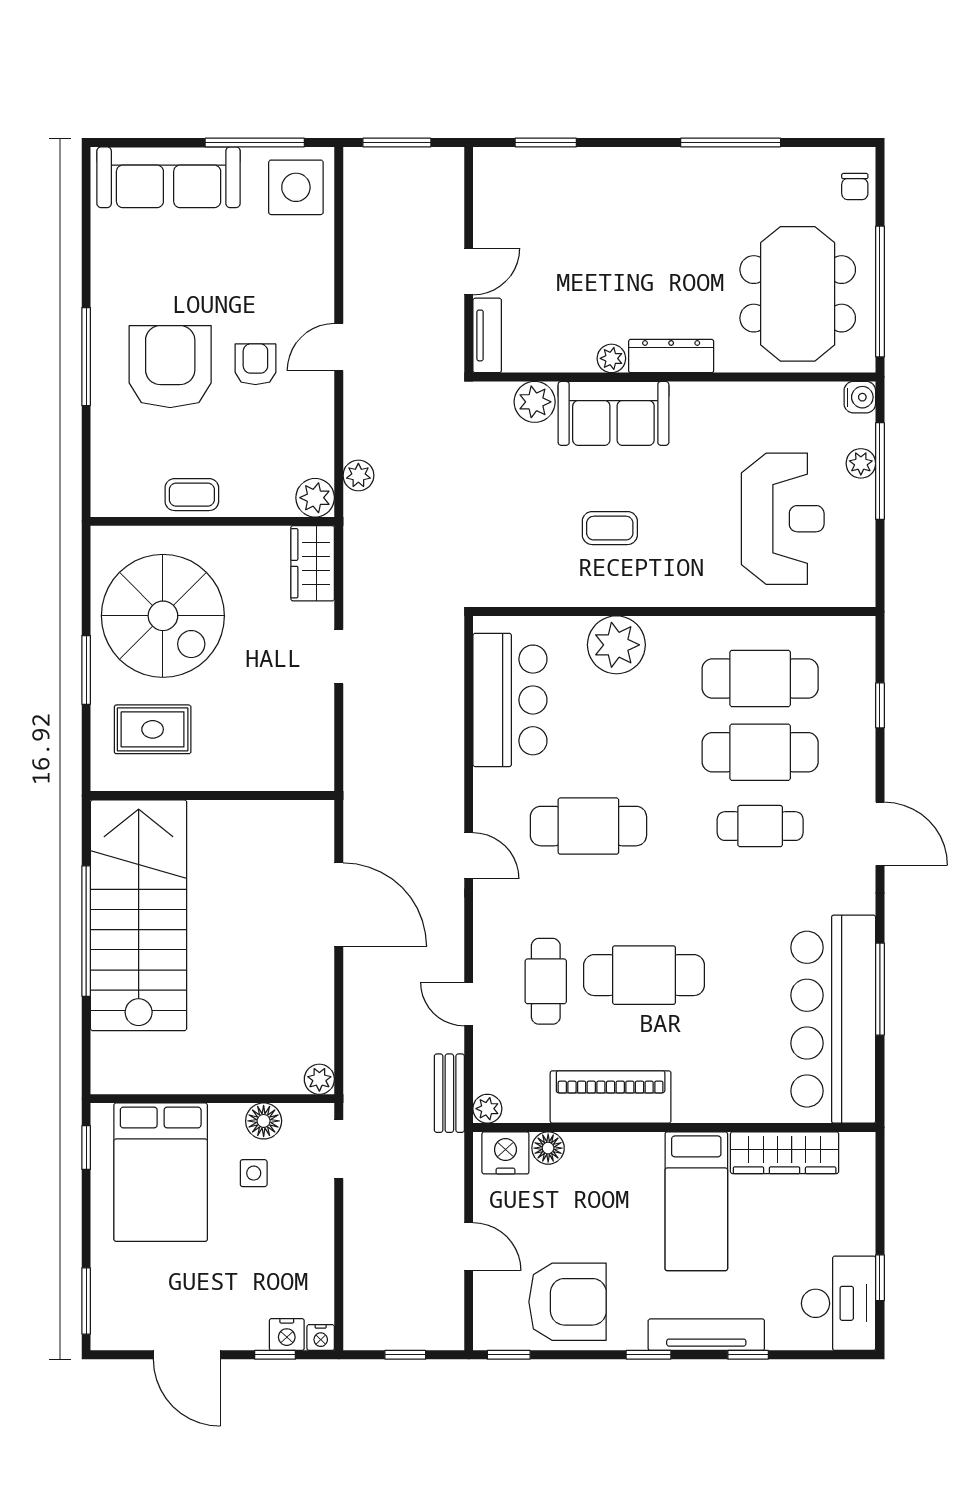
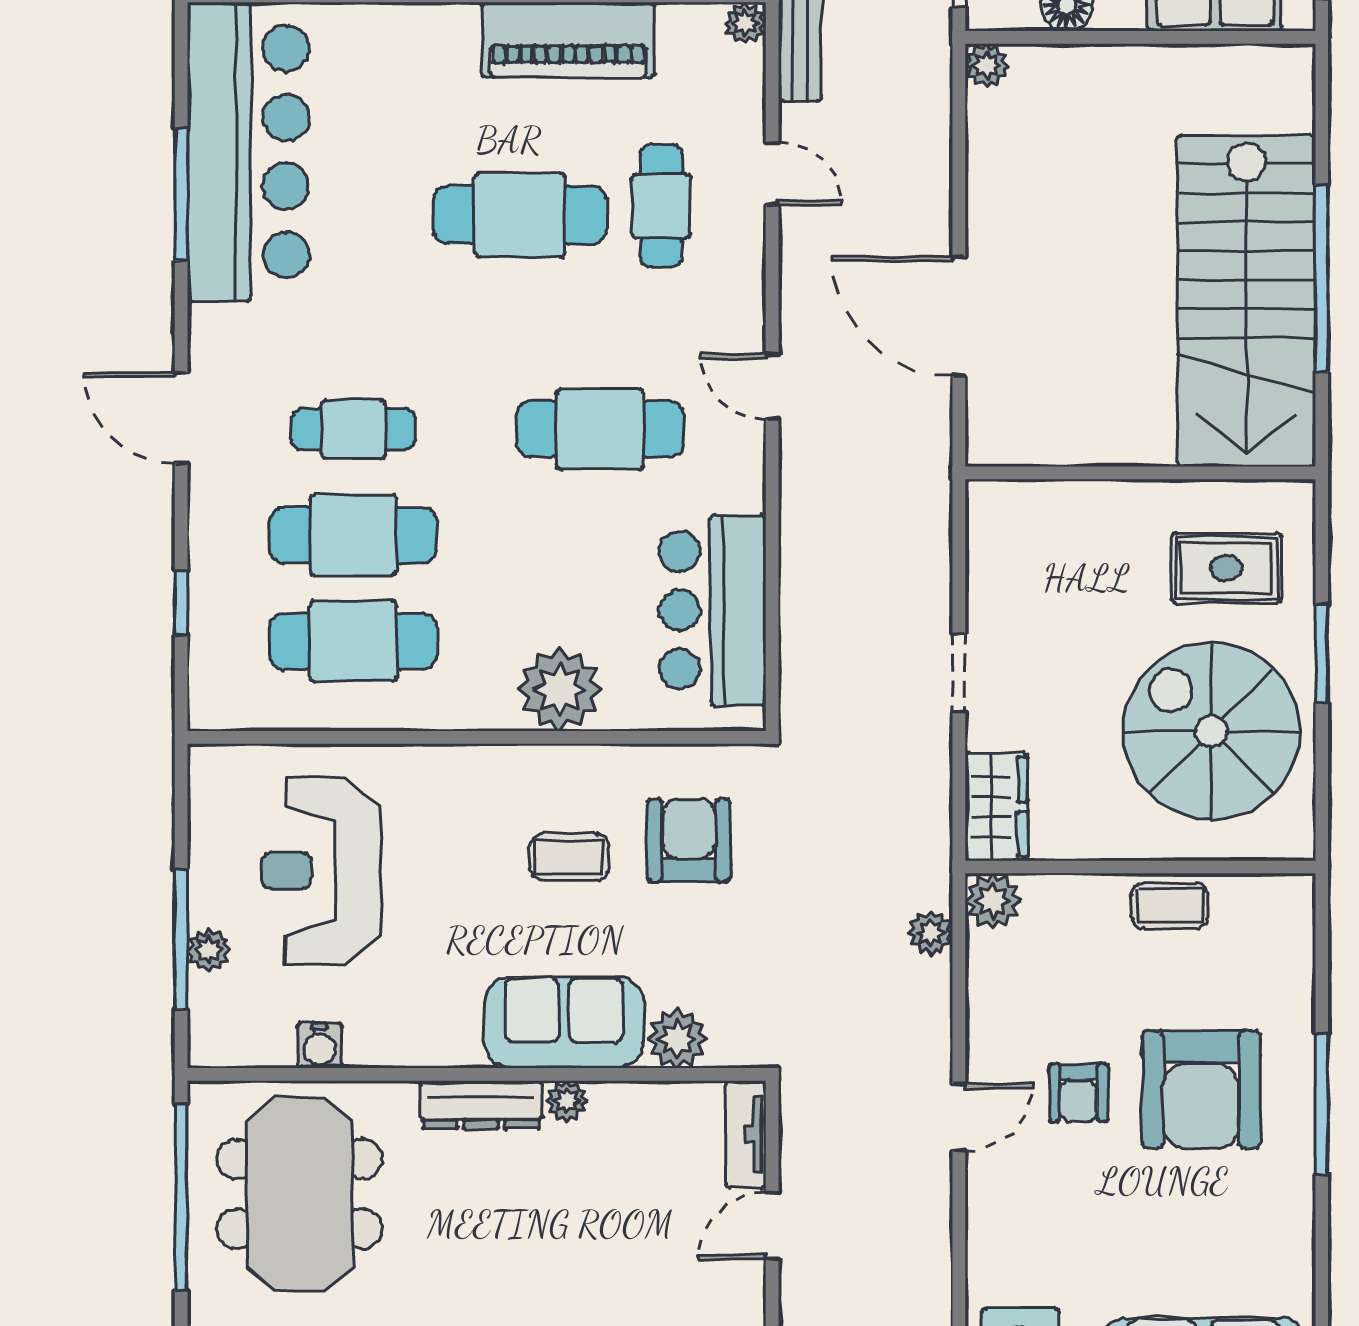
water cooler: (860, 397) -> (320, 1045), moved, turned -90
armchair: (527, 540) -> (689, 840), added

